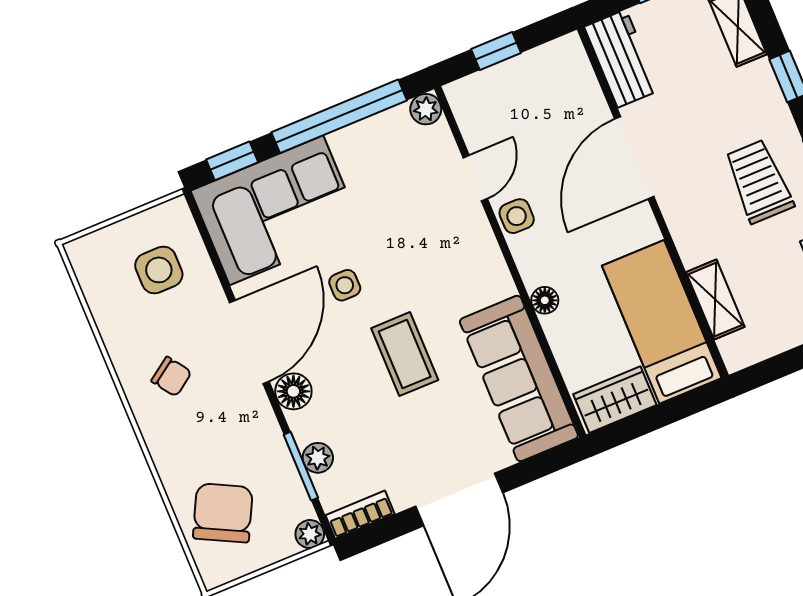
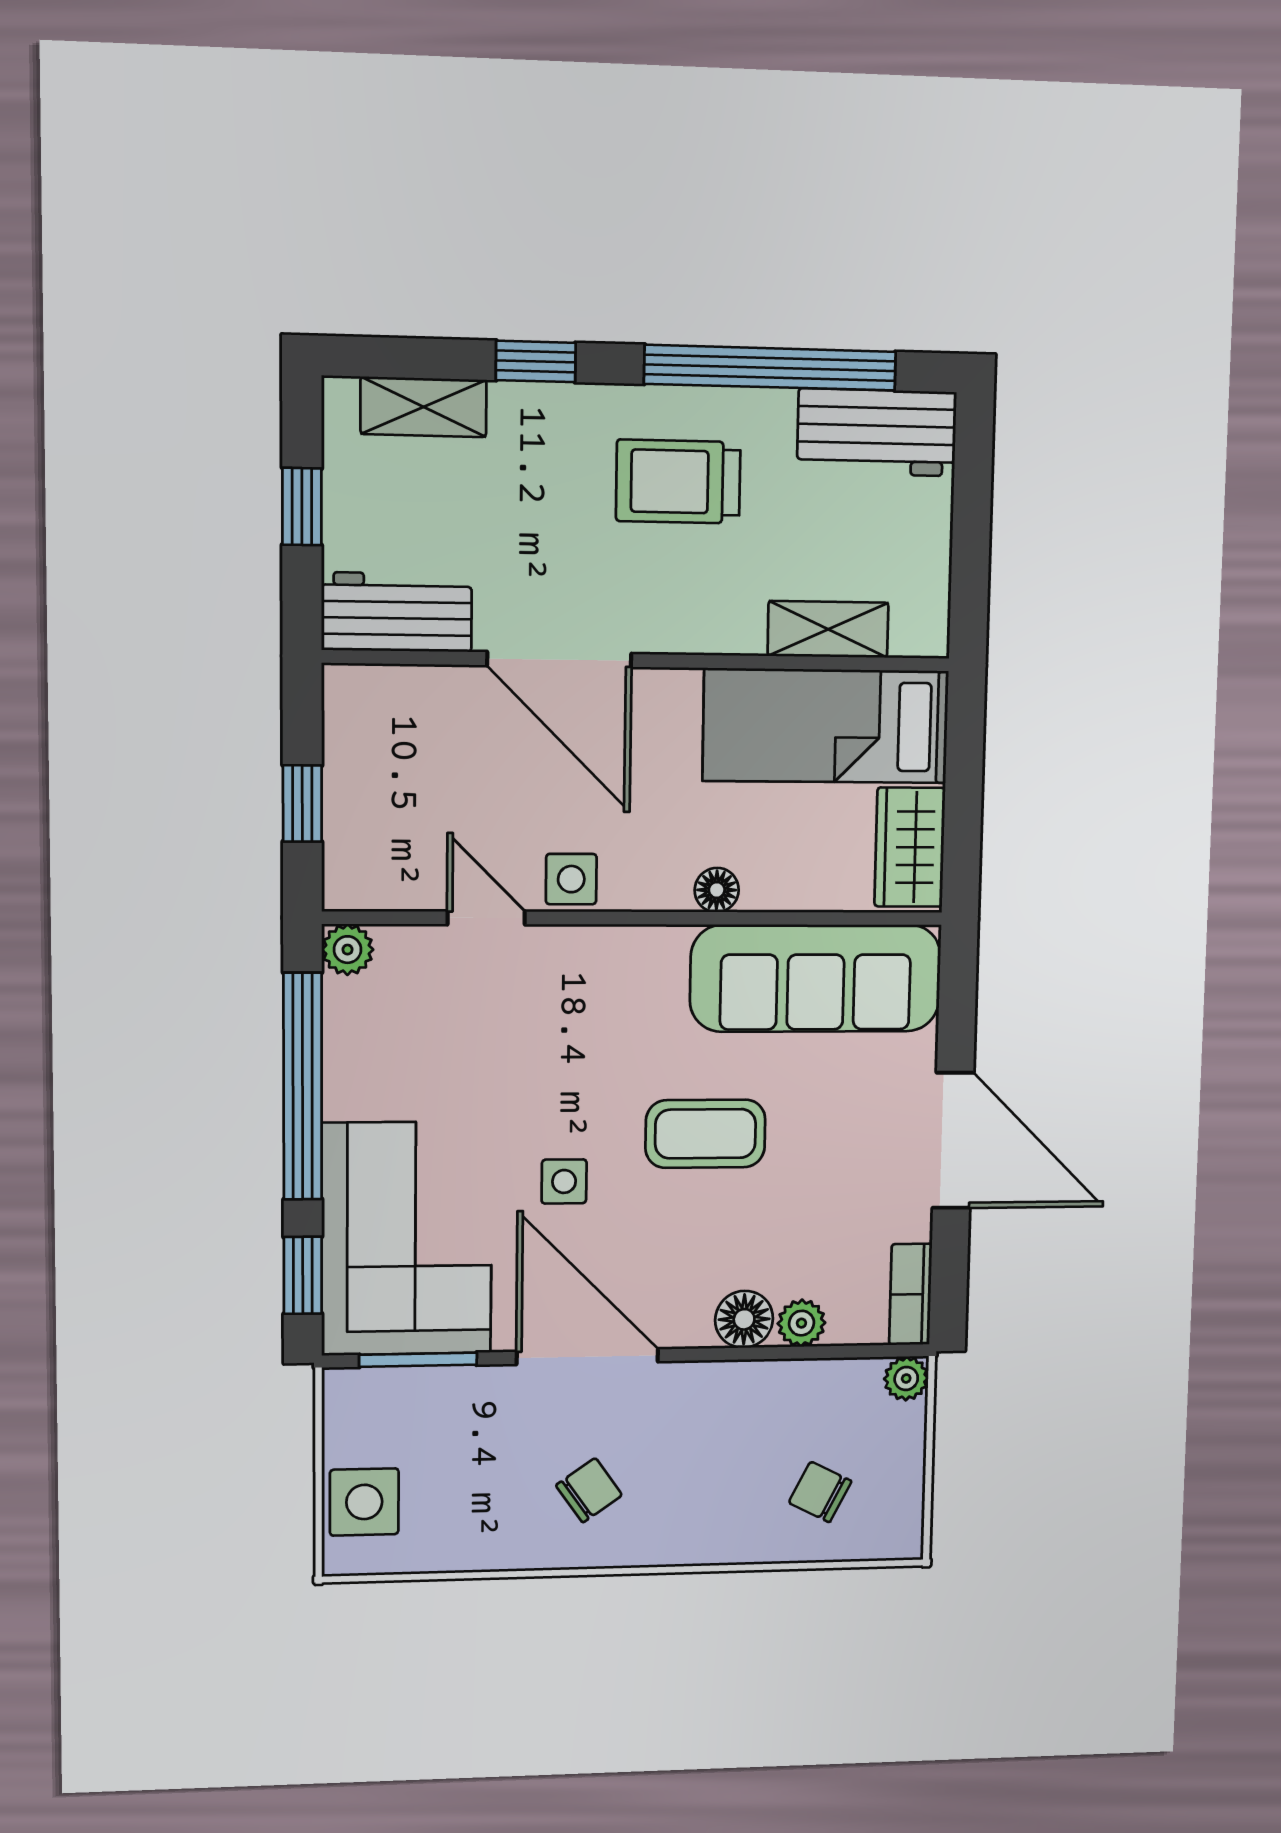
side table: (159, 270) -> (364, 1502), moved
floor lamp: (293, 391) -> (744, 1319), moved
window: (301, 466) -> (418, 1360), moved
chair: (223, 513) -> (820, 1492), width x0.54, depth x0.54

